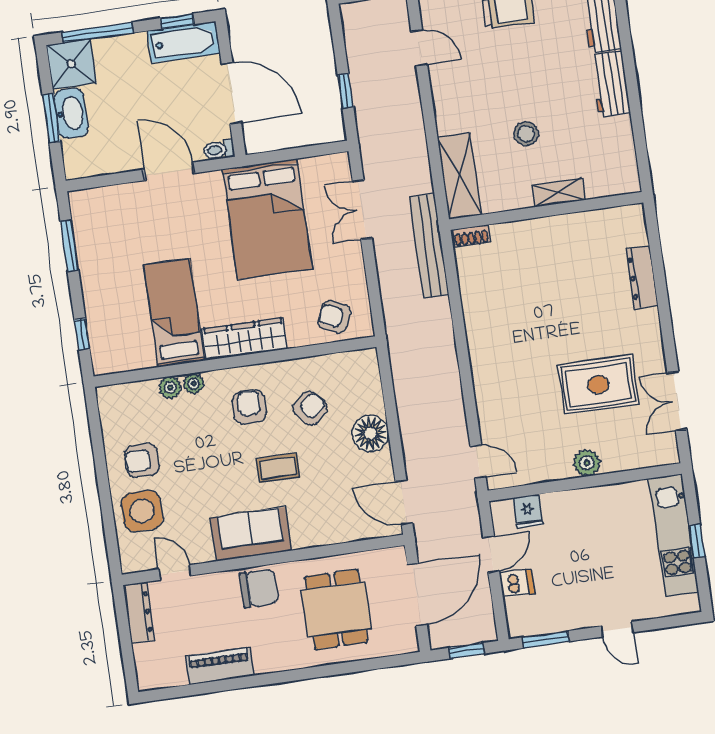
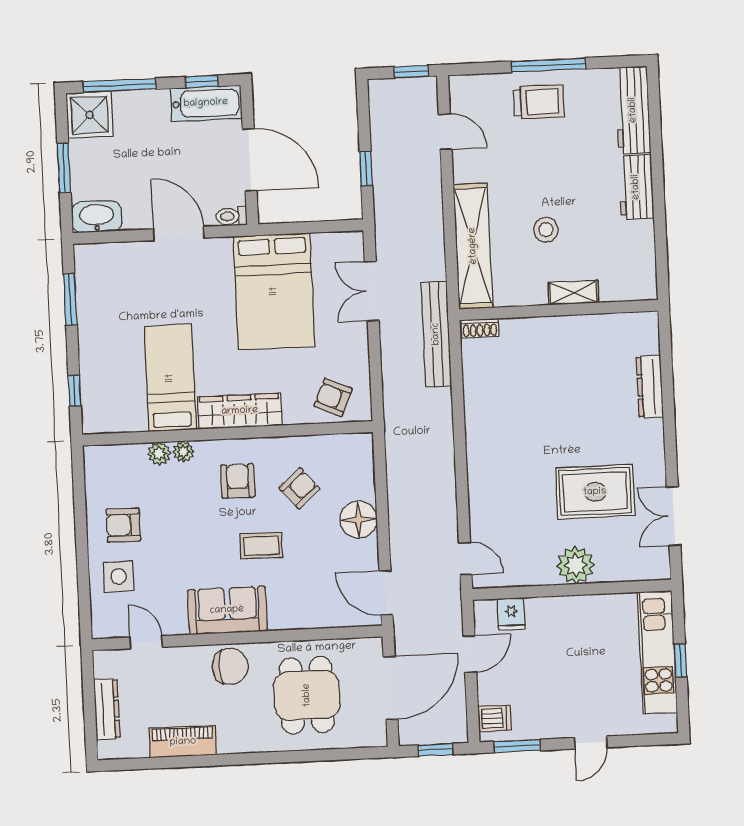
washbasin: (71, 113) -> (97, 217), moved, turned -90
shelving: (459, 176) -> (473, 246), width x1.47
plant: (587, 463) -> (576, 565), width x1.36, depth x1.36
side table: (142, 511) -> (119, 576), width x0.73, depth x0.73
dishwasher: (517, 583) -> (495, 718), moved
dresser: (139, 613) -> (107, 709), moved
door: (617, 629) -> (591, 743), hinge flipped

